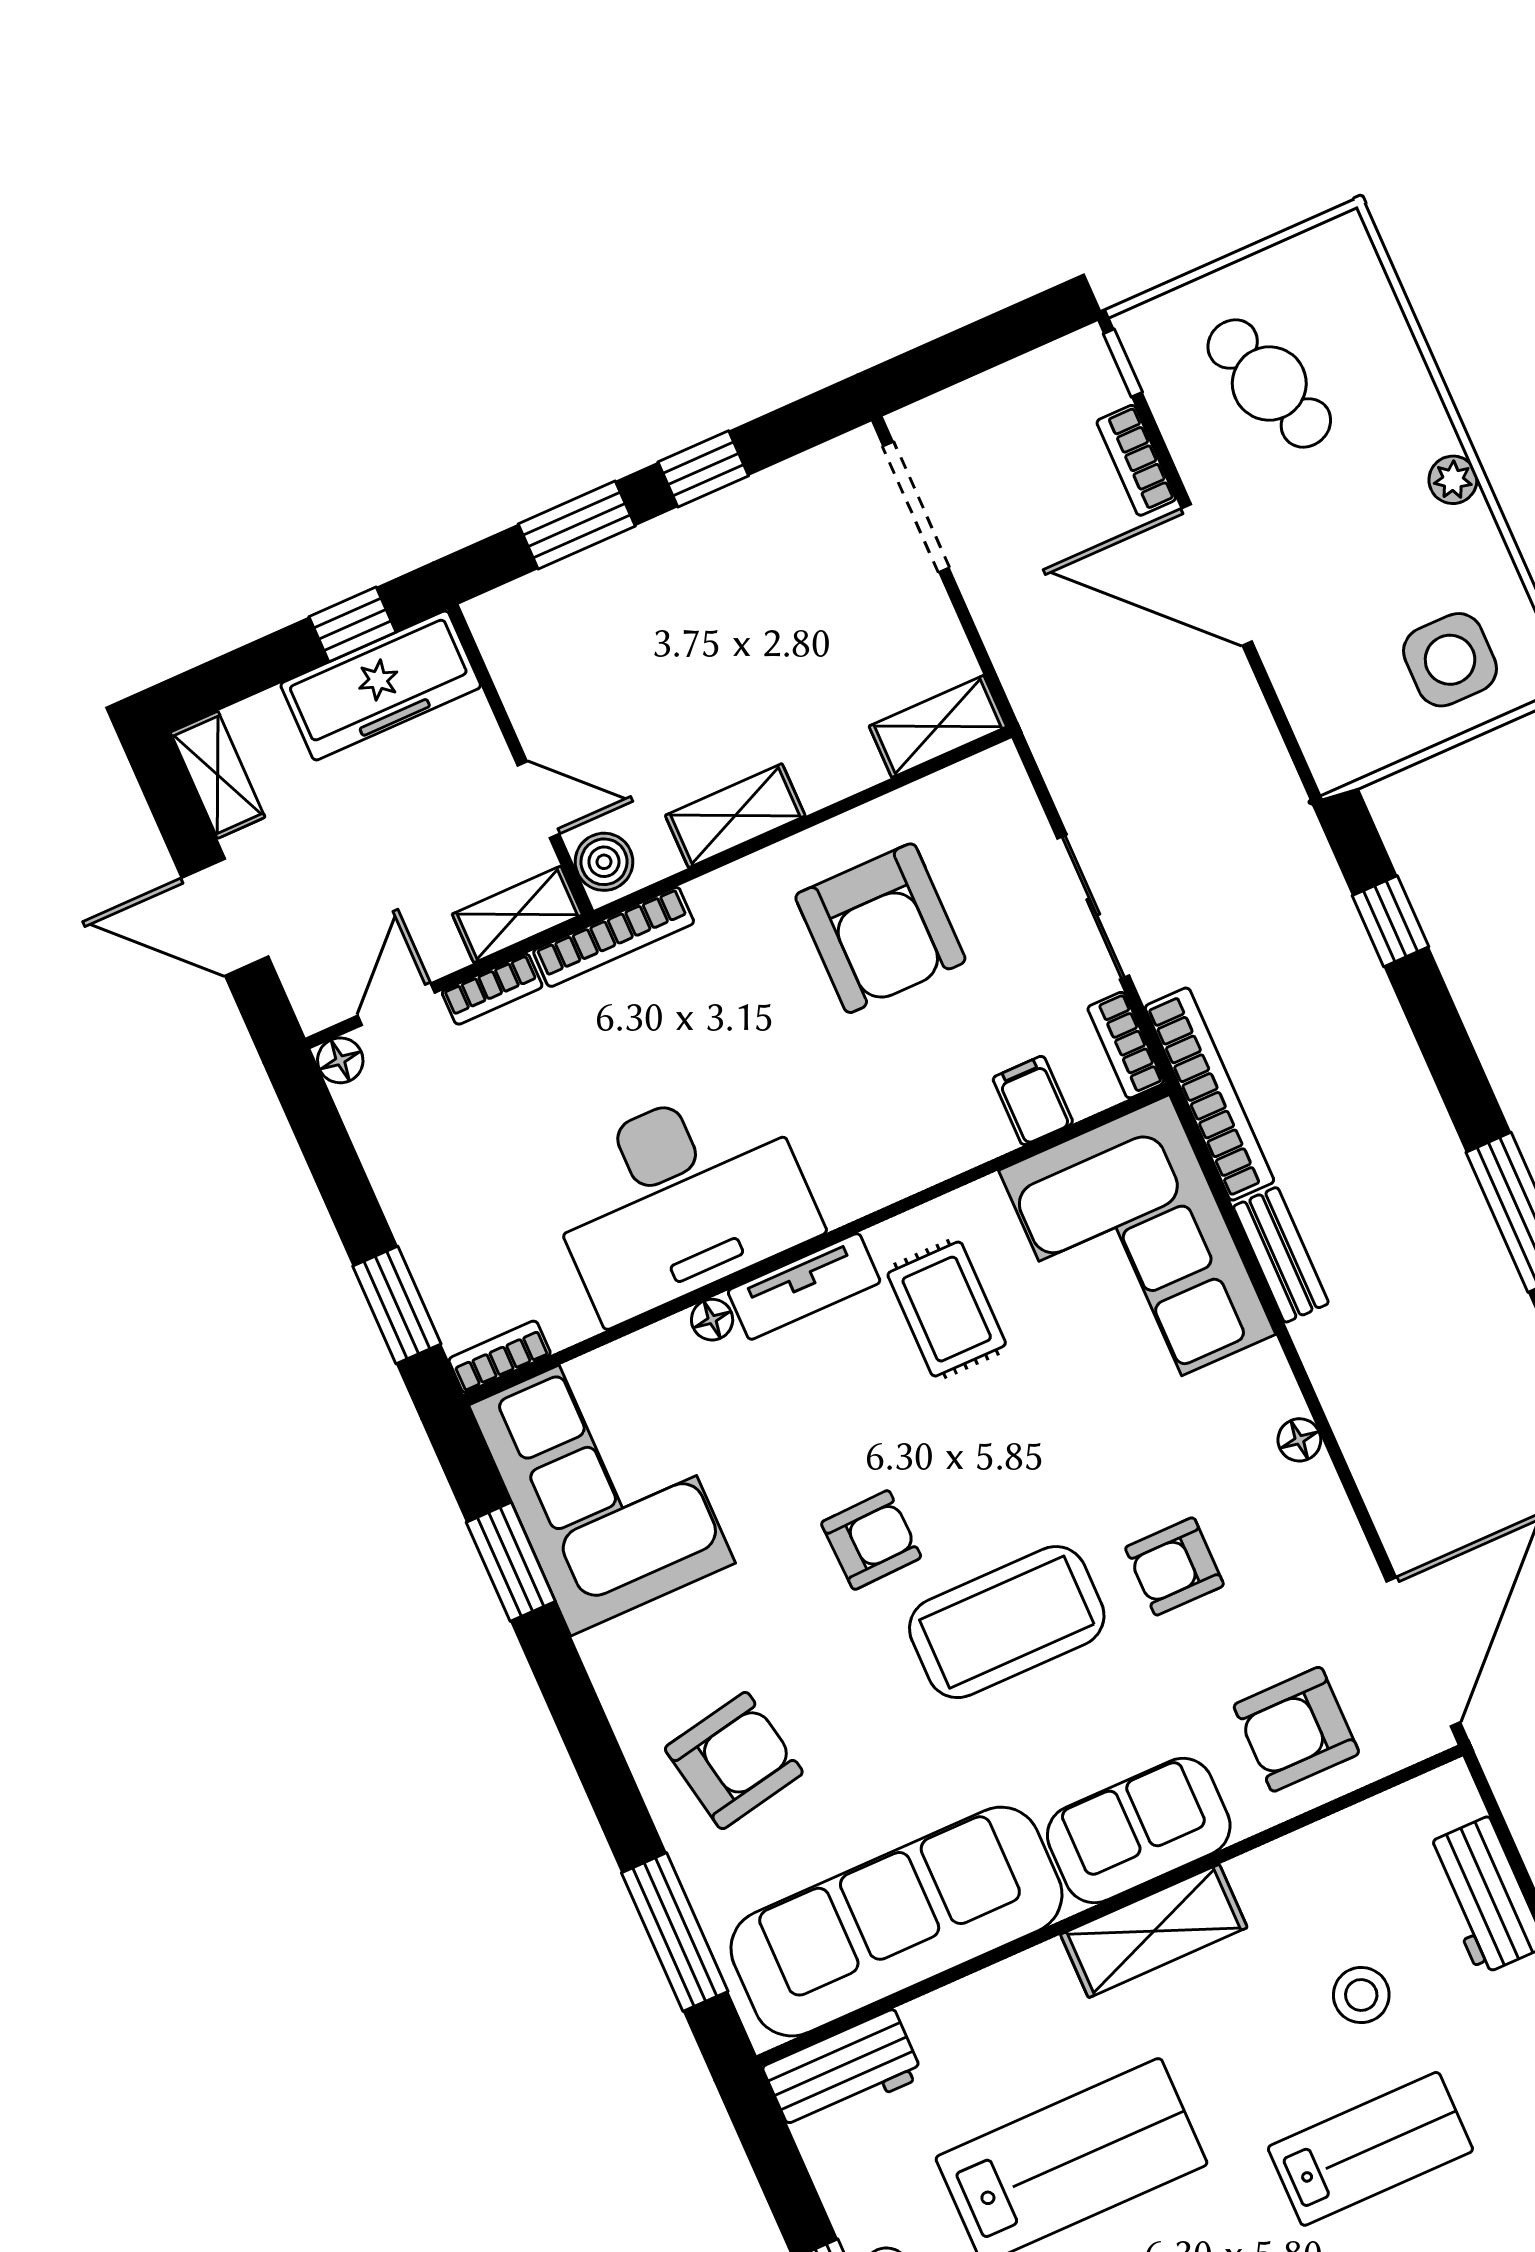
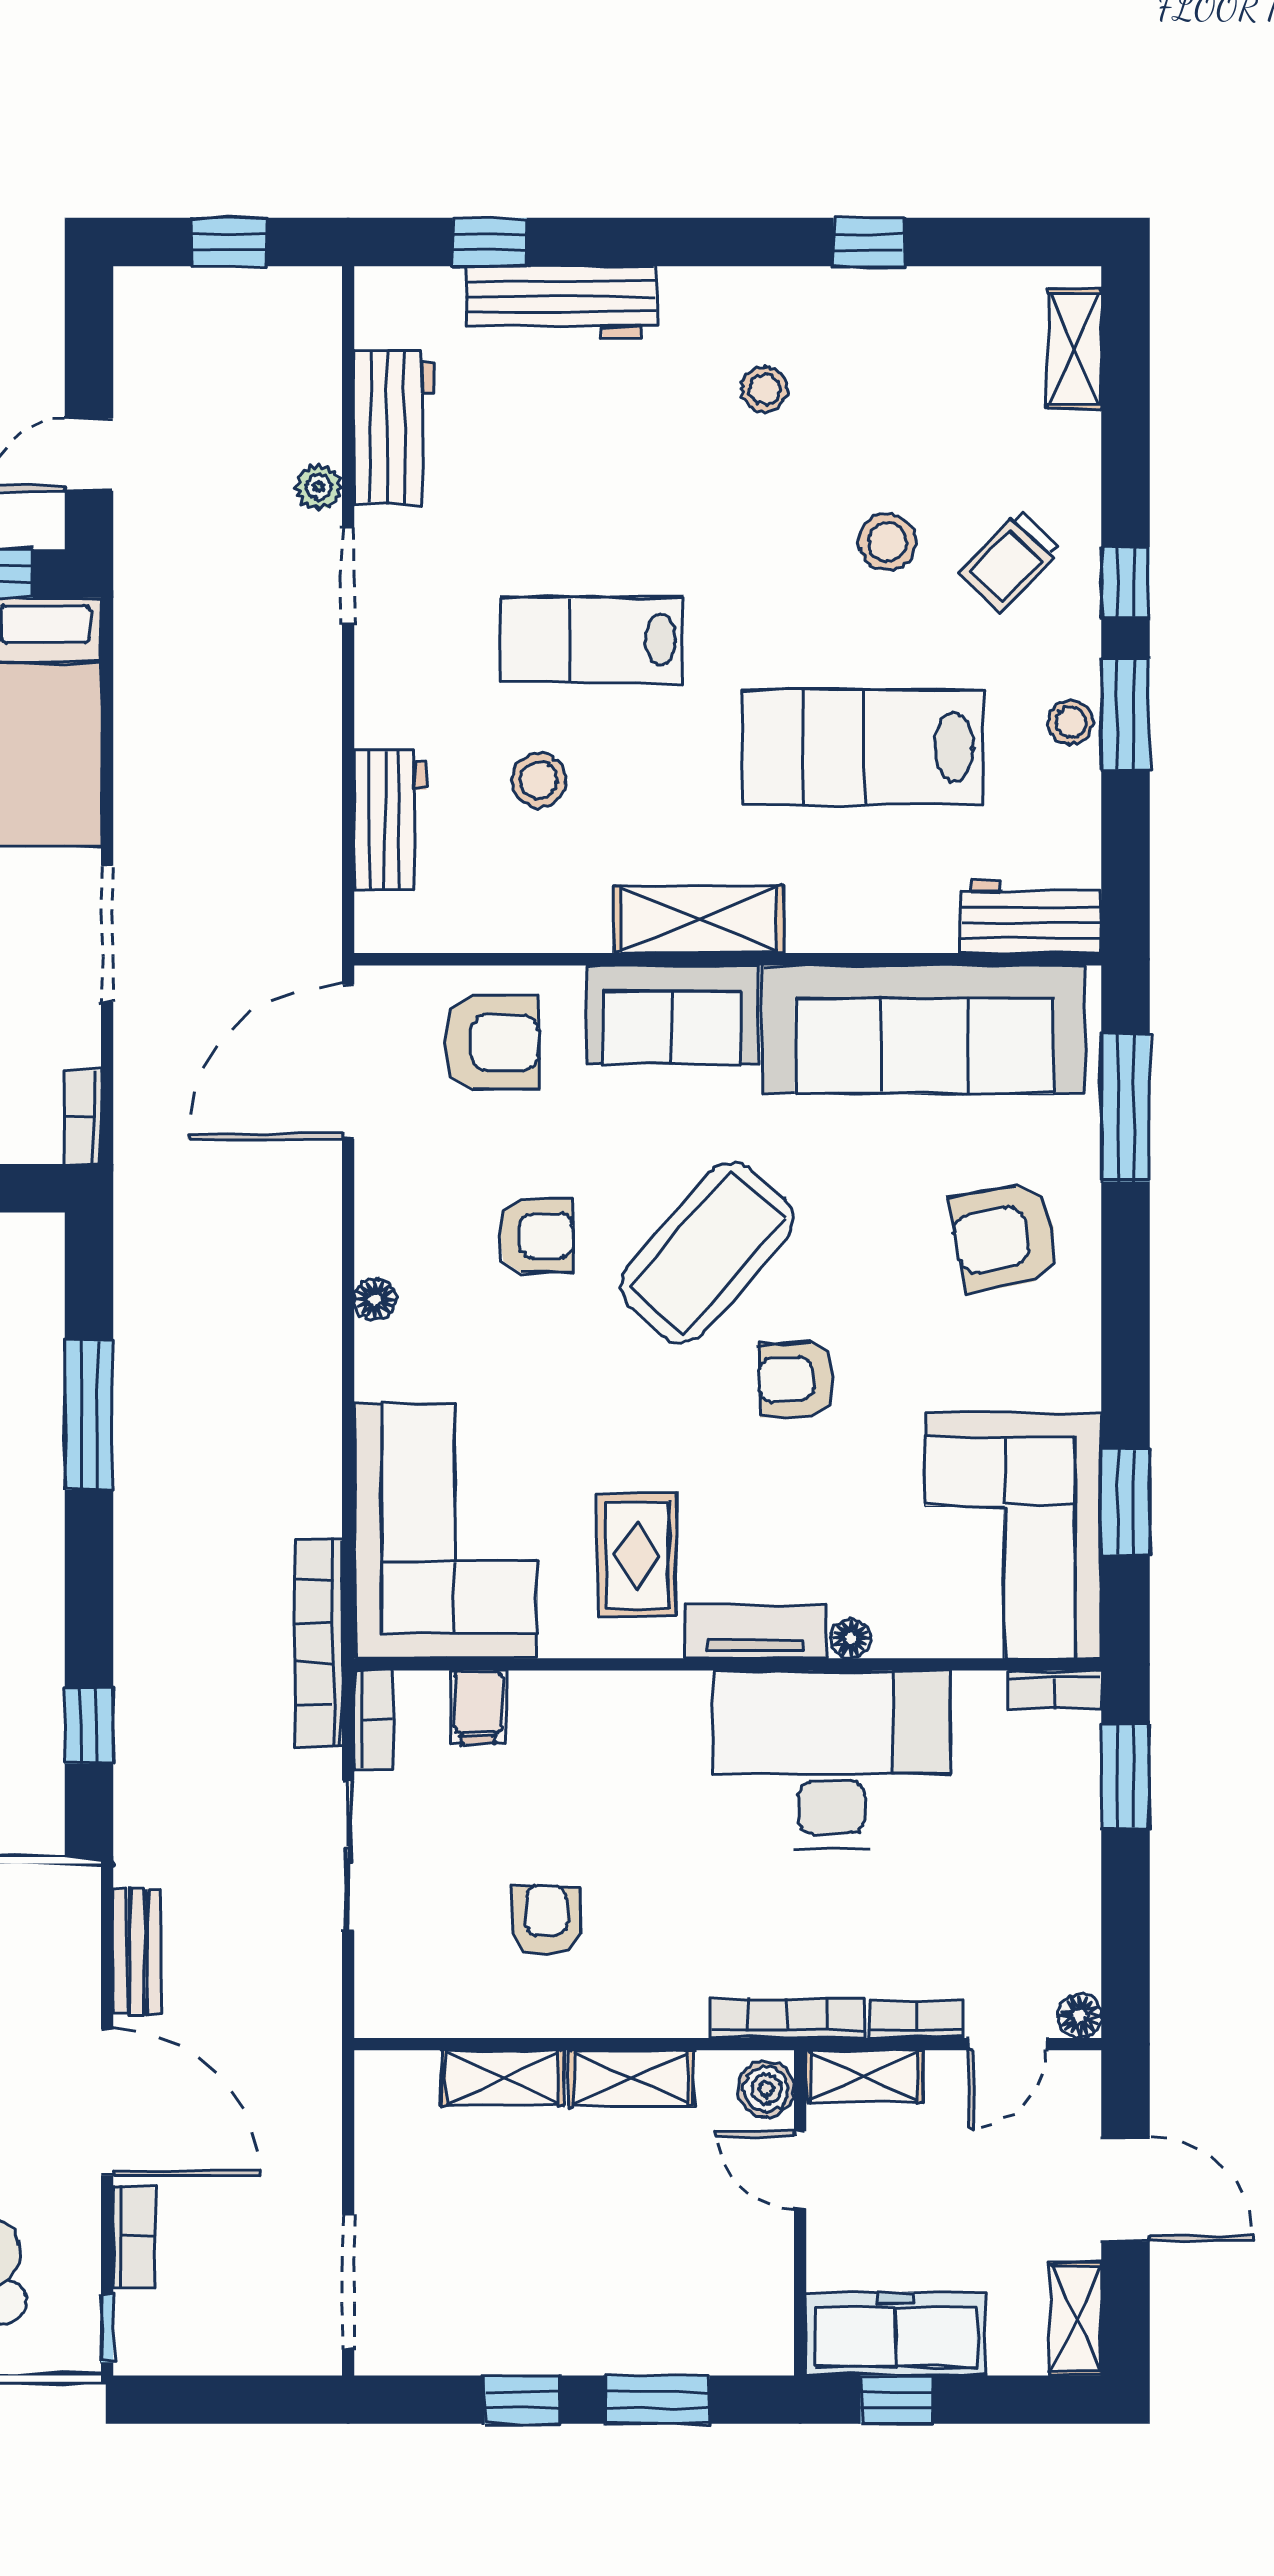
shelving: (938, 726) -> (503, 2078), moved
armchair: (880, 928) -> (546, 1921), width x0.53, depth x0.53
bench: (1281, 1255) -> (137, 1951), moved
coffee table: (1007, 1622) -> (707, 1253), turned -49

